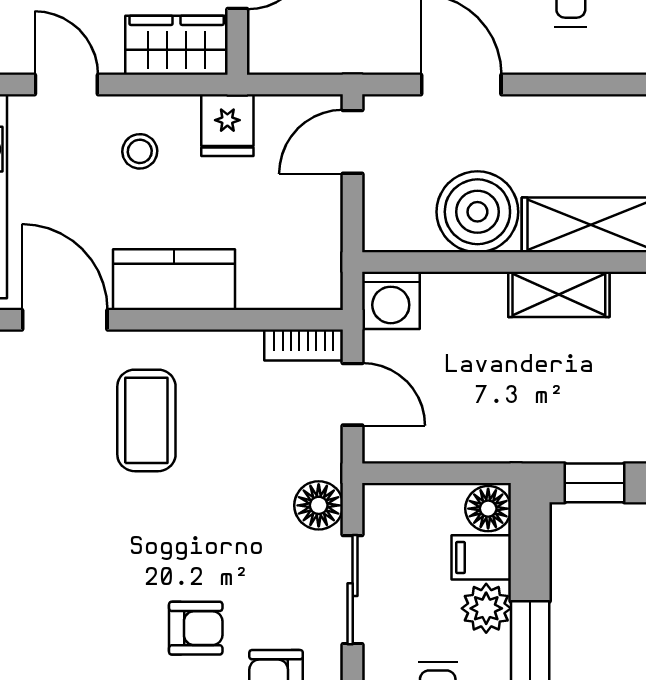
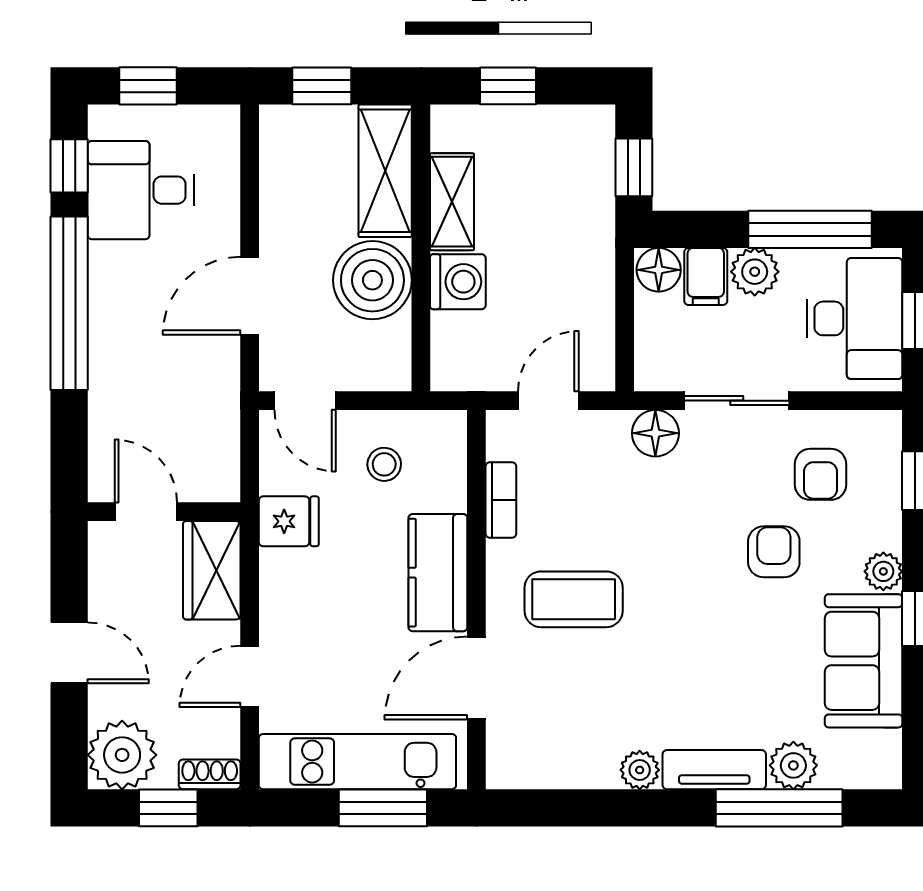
stool: (140, 151) -> (384, 464), moved
washing machine: (391, 300) -> (458, 282), moved
bookcase: (304, 345) -> (501, 500), moved

